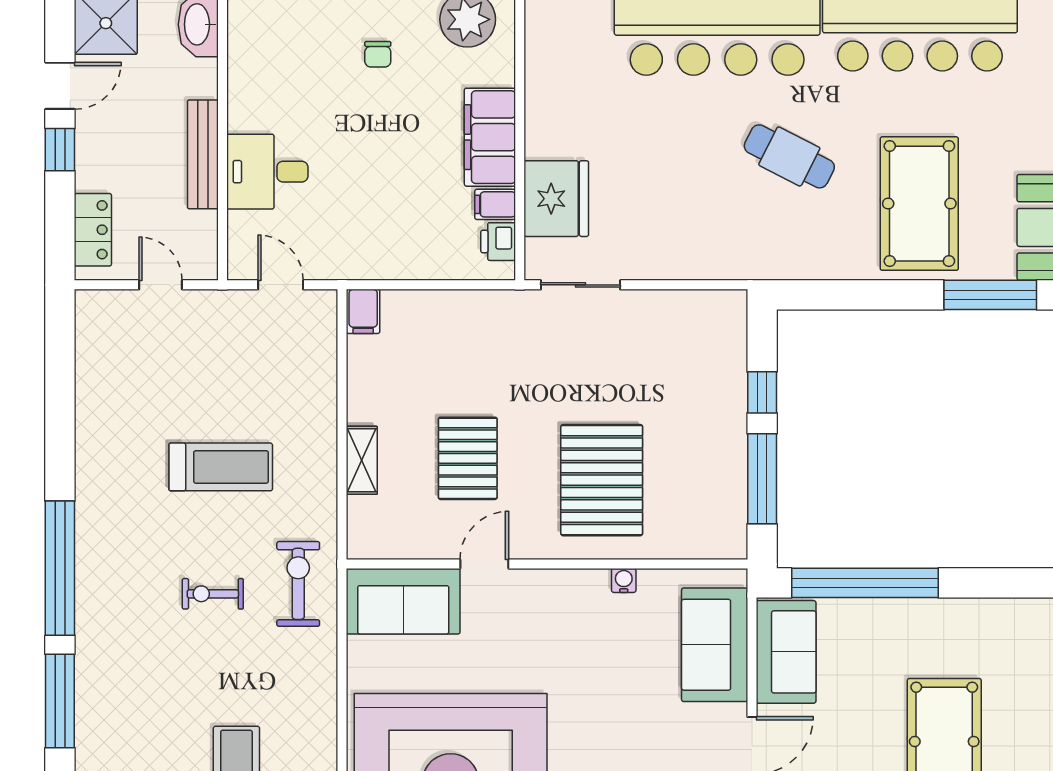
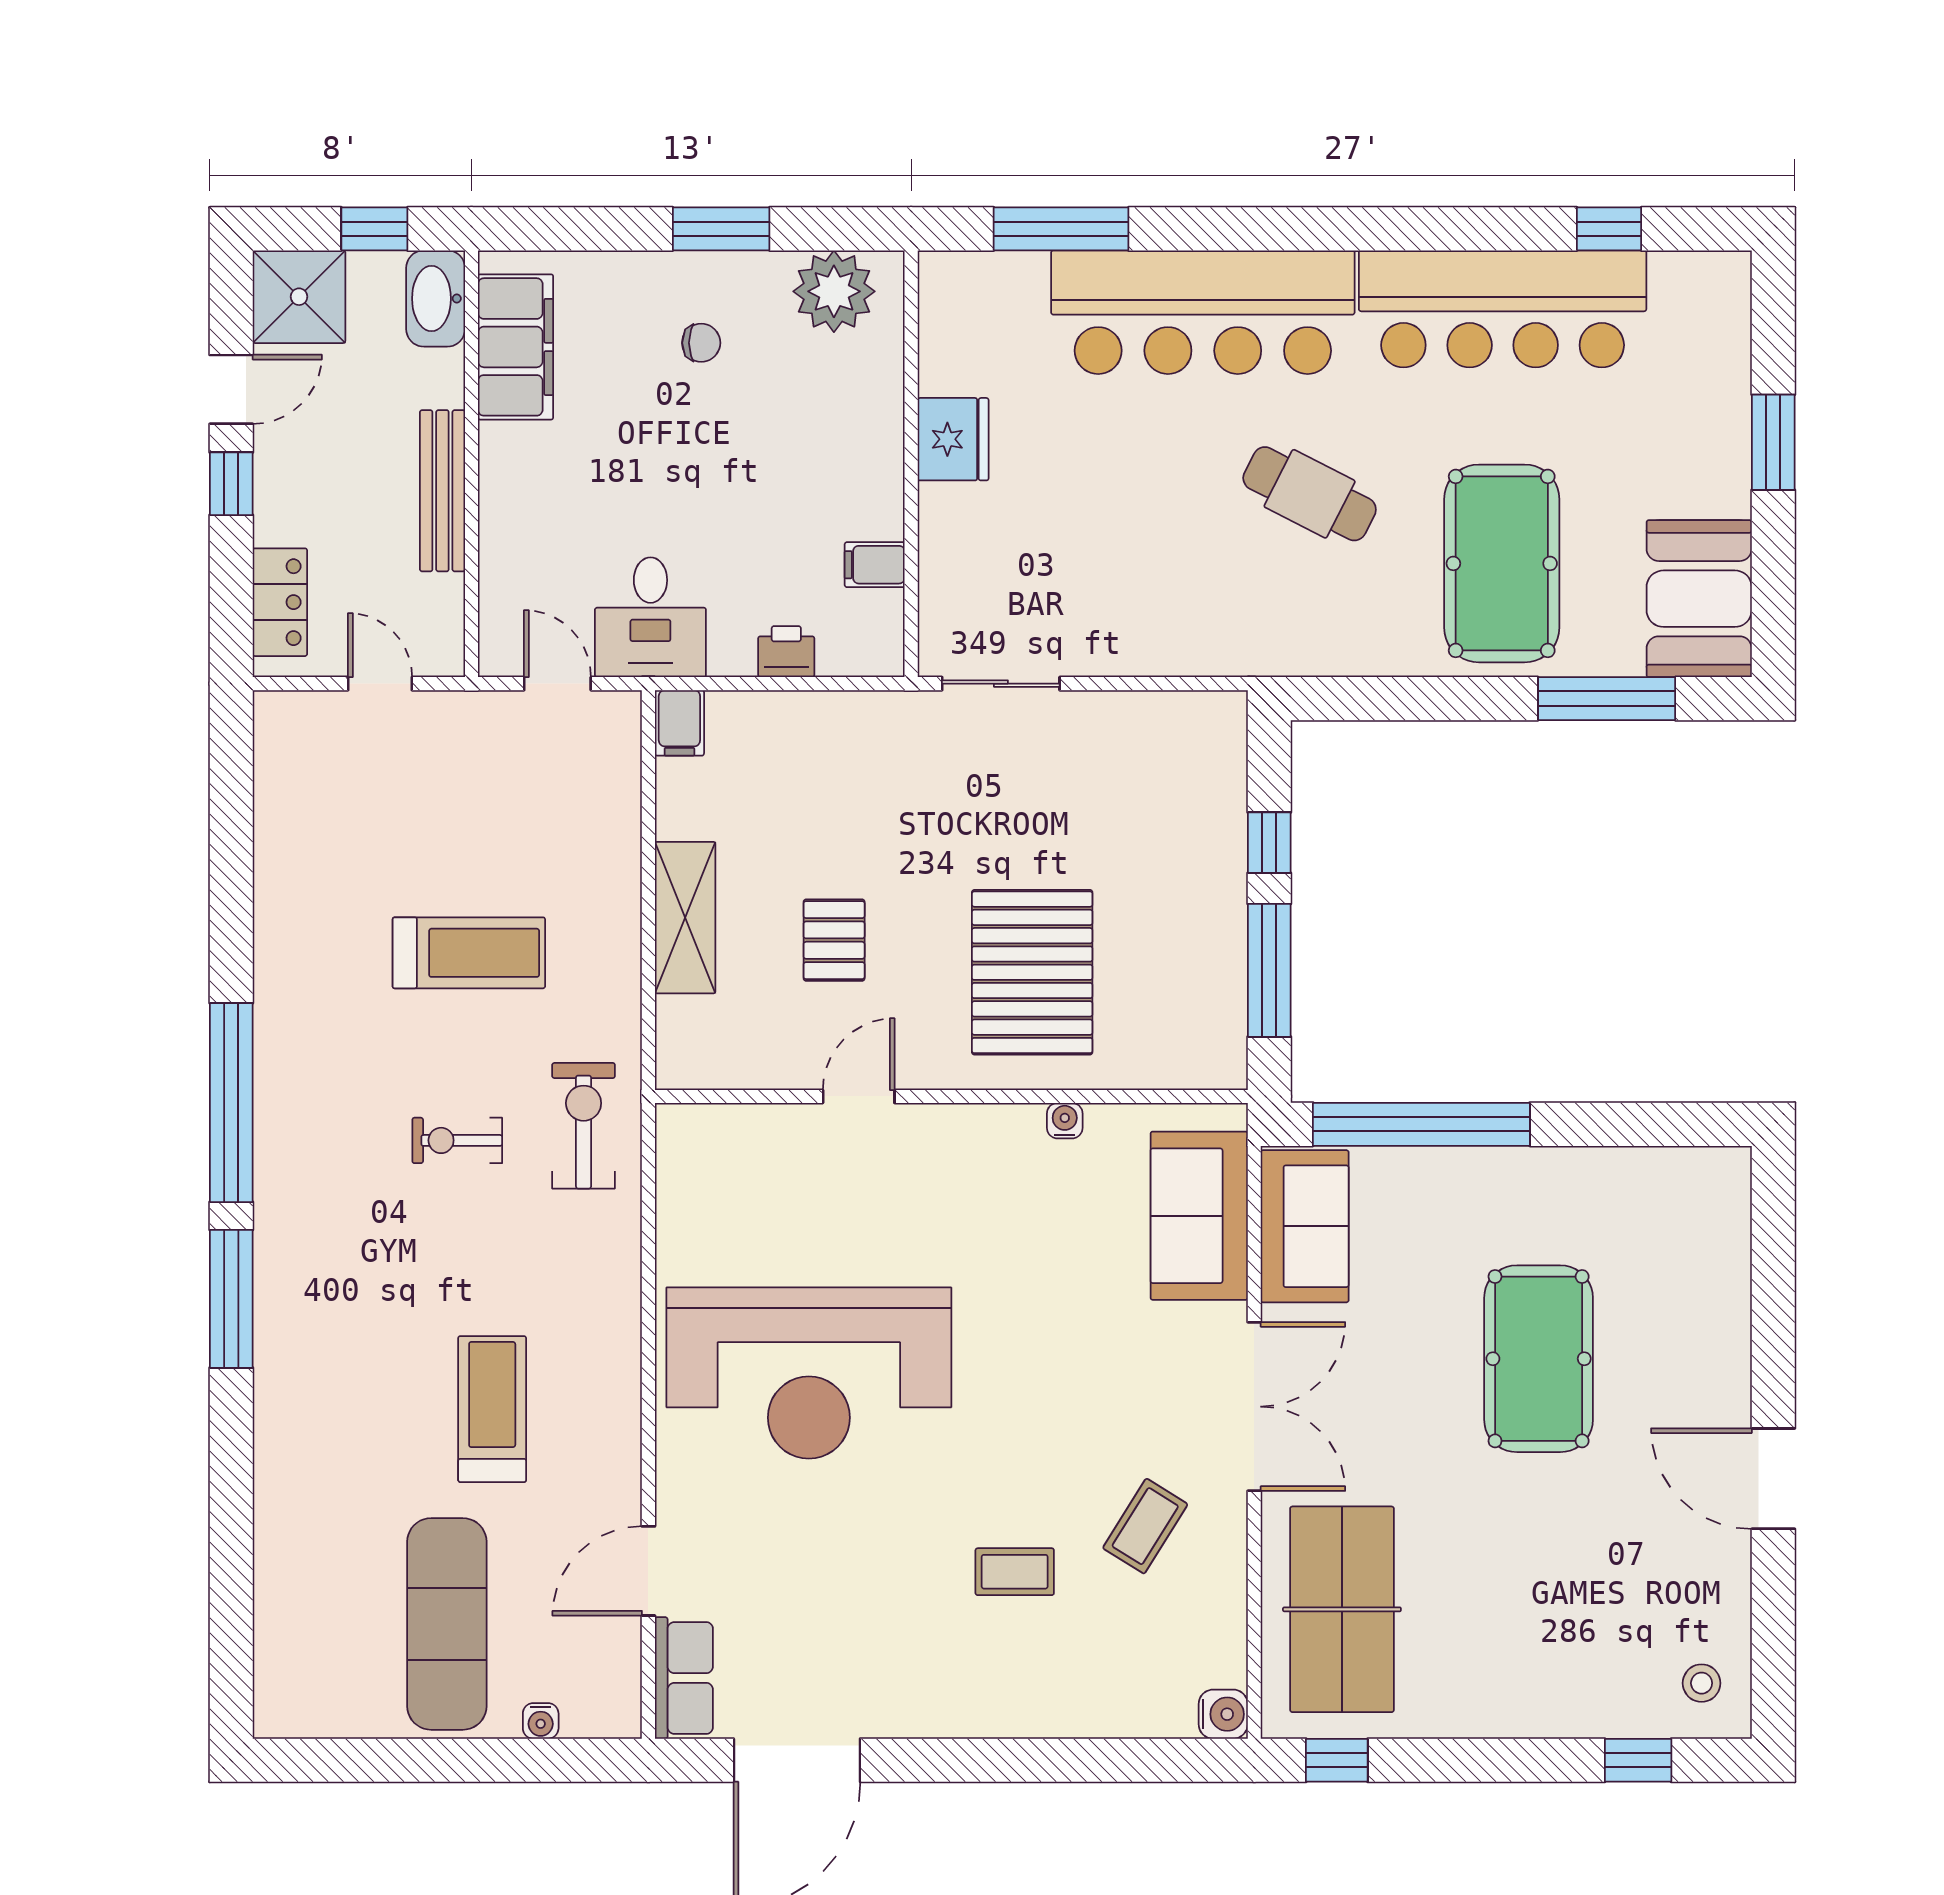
chair: (378, 54) -> (701, 343), turned -90
filing cabinet: (490, 137) -> (516, 347), moved, turned 180
desk: (267, 172) -> (650, 617), moved, turned -90
fridge: (556, 199) -> (953, 439), moved, width x0.73, depth x0.75
printer: (498, 242) -> (786, 652), moved, turned 90
pallet: (468, 458) -> (834, 940), width x0.67, depth x0.71
shelving: (362, 460) -> (685, 918), width x1.50, depth x1.33
sofa: (403, 601) -> (739, 1151), removed

